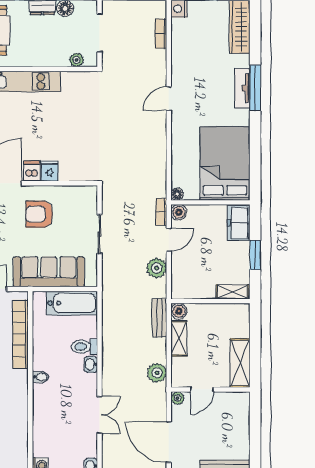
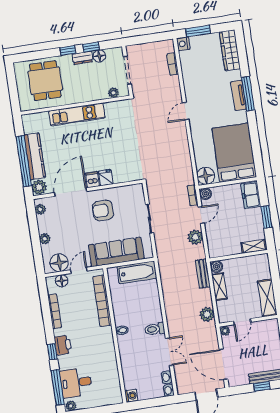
floor lamp: (177, 194) -> (206, 176), width x1.89, depth x1.89
toilet: (84, 347) -> (155, 329), moved
washbasin: (91, 364) -> (167, 377), moved

